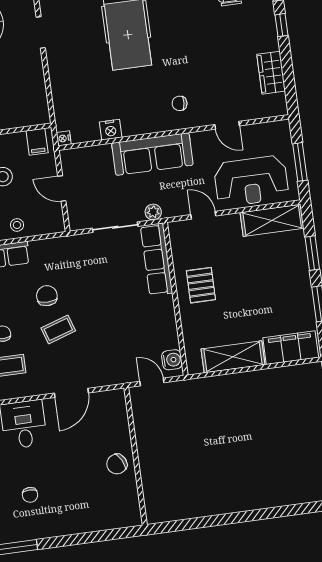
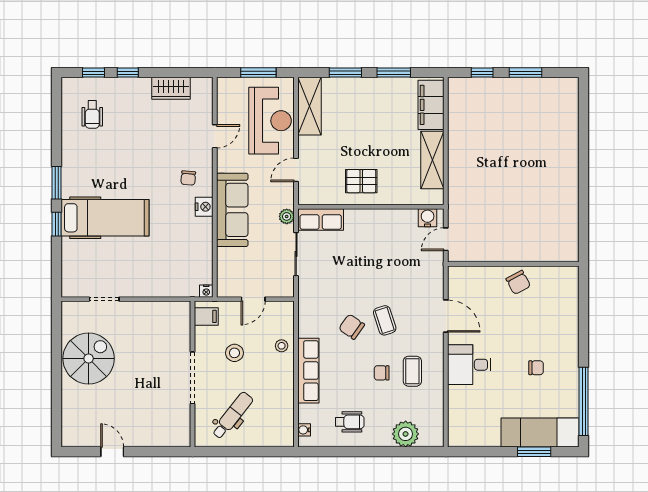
nightstand: (111, 130) -> (204, 207), moved
row of seats: (157, 259) -> (321, 219), width x0.68
chair: (47, 296) -> (352, 327), turned 35

